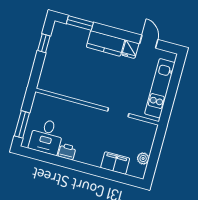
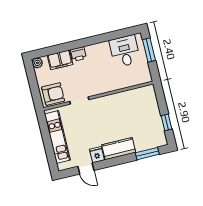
armchair: (141, 133) -> (53, 94), added
printer: (67, 152) -> (78, 54), moved
plant: (143, 159) -> (37, 63), moved

